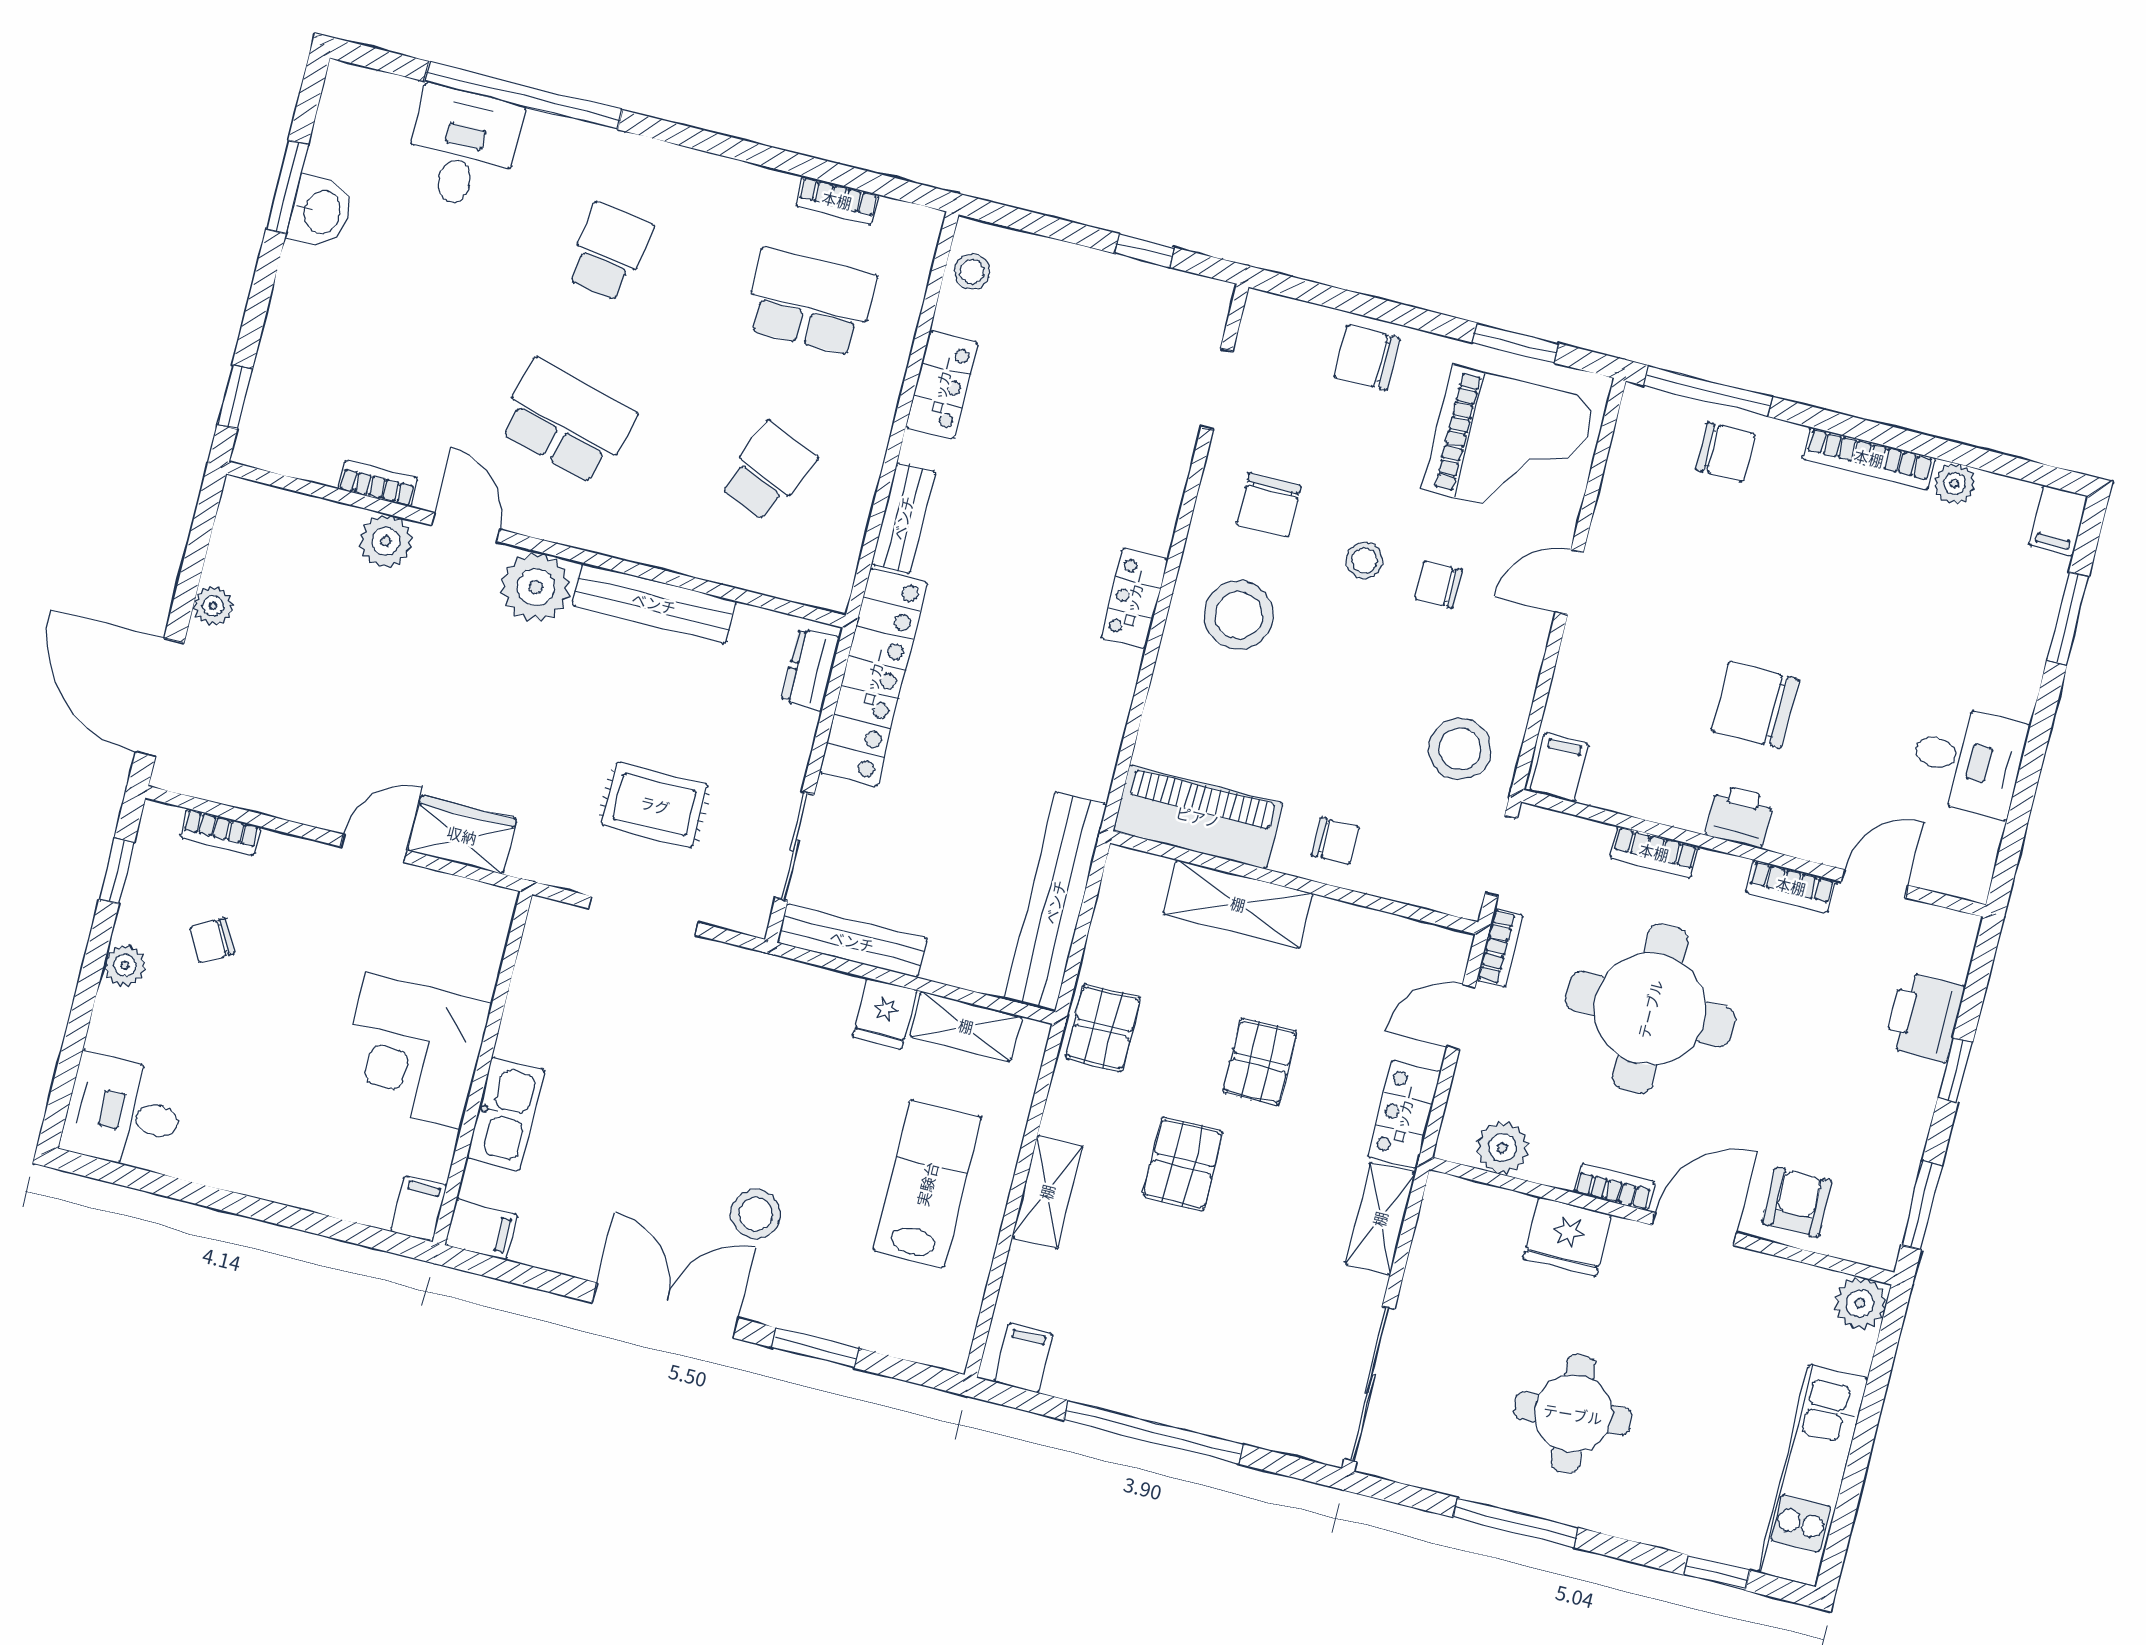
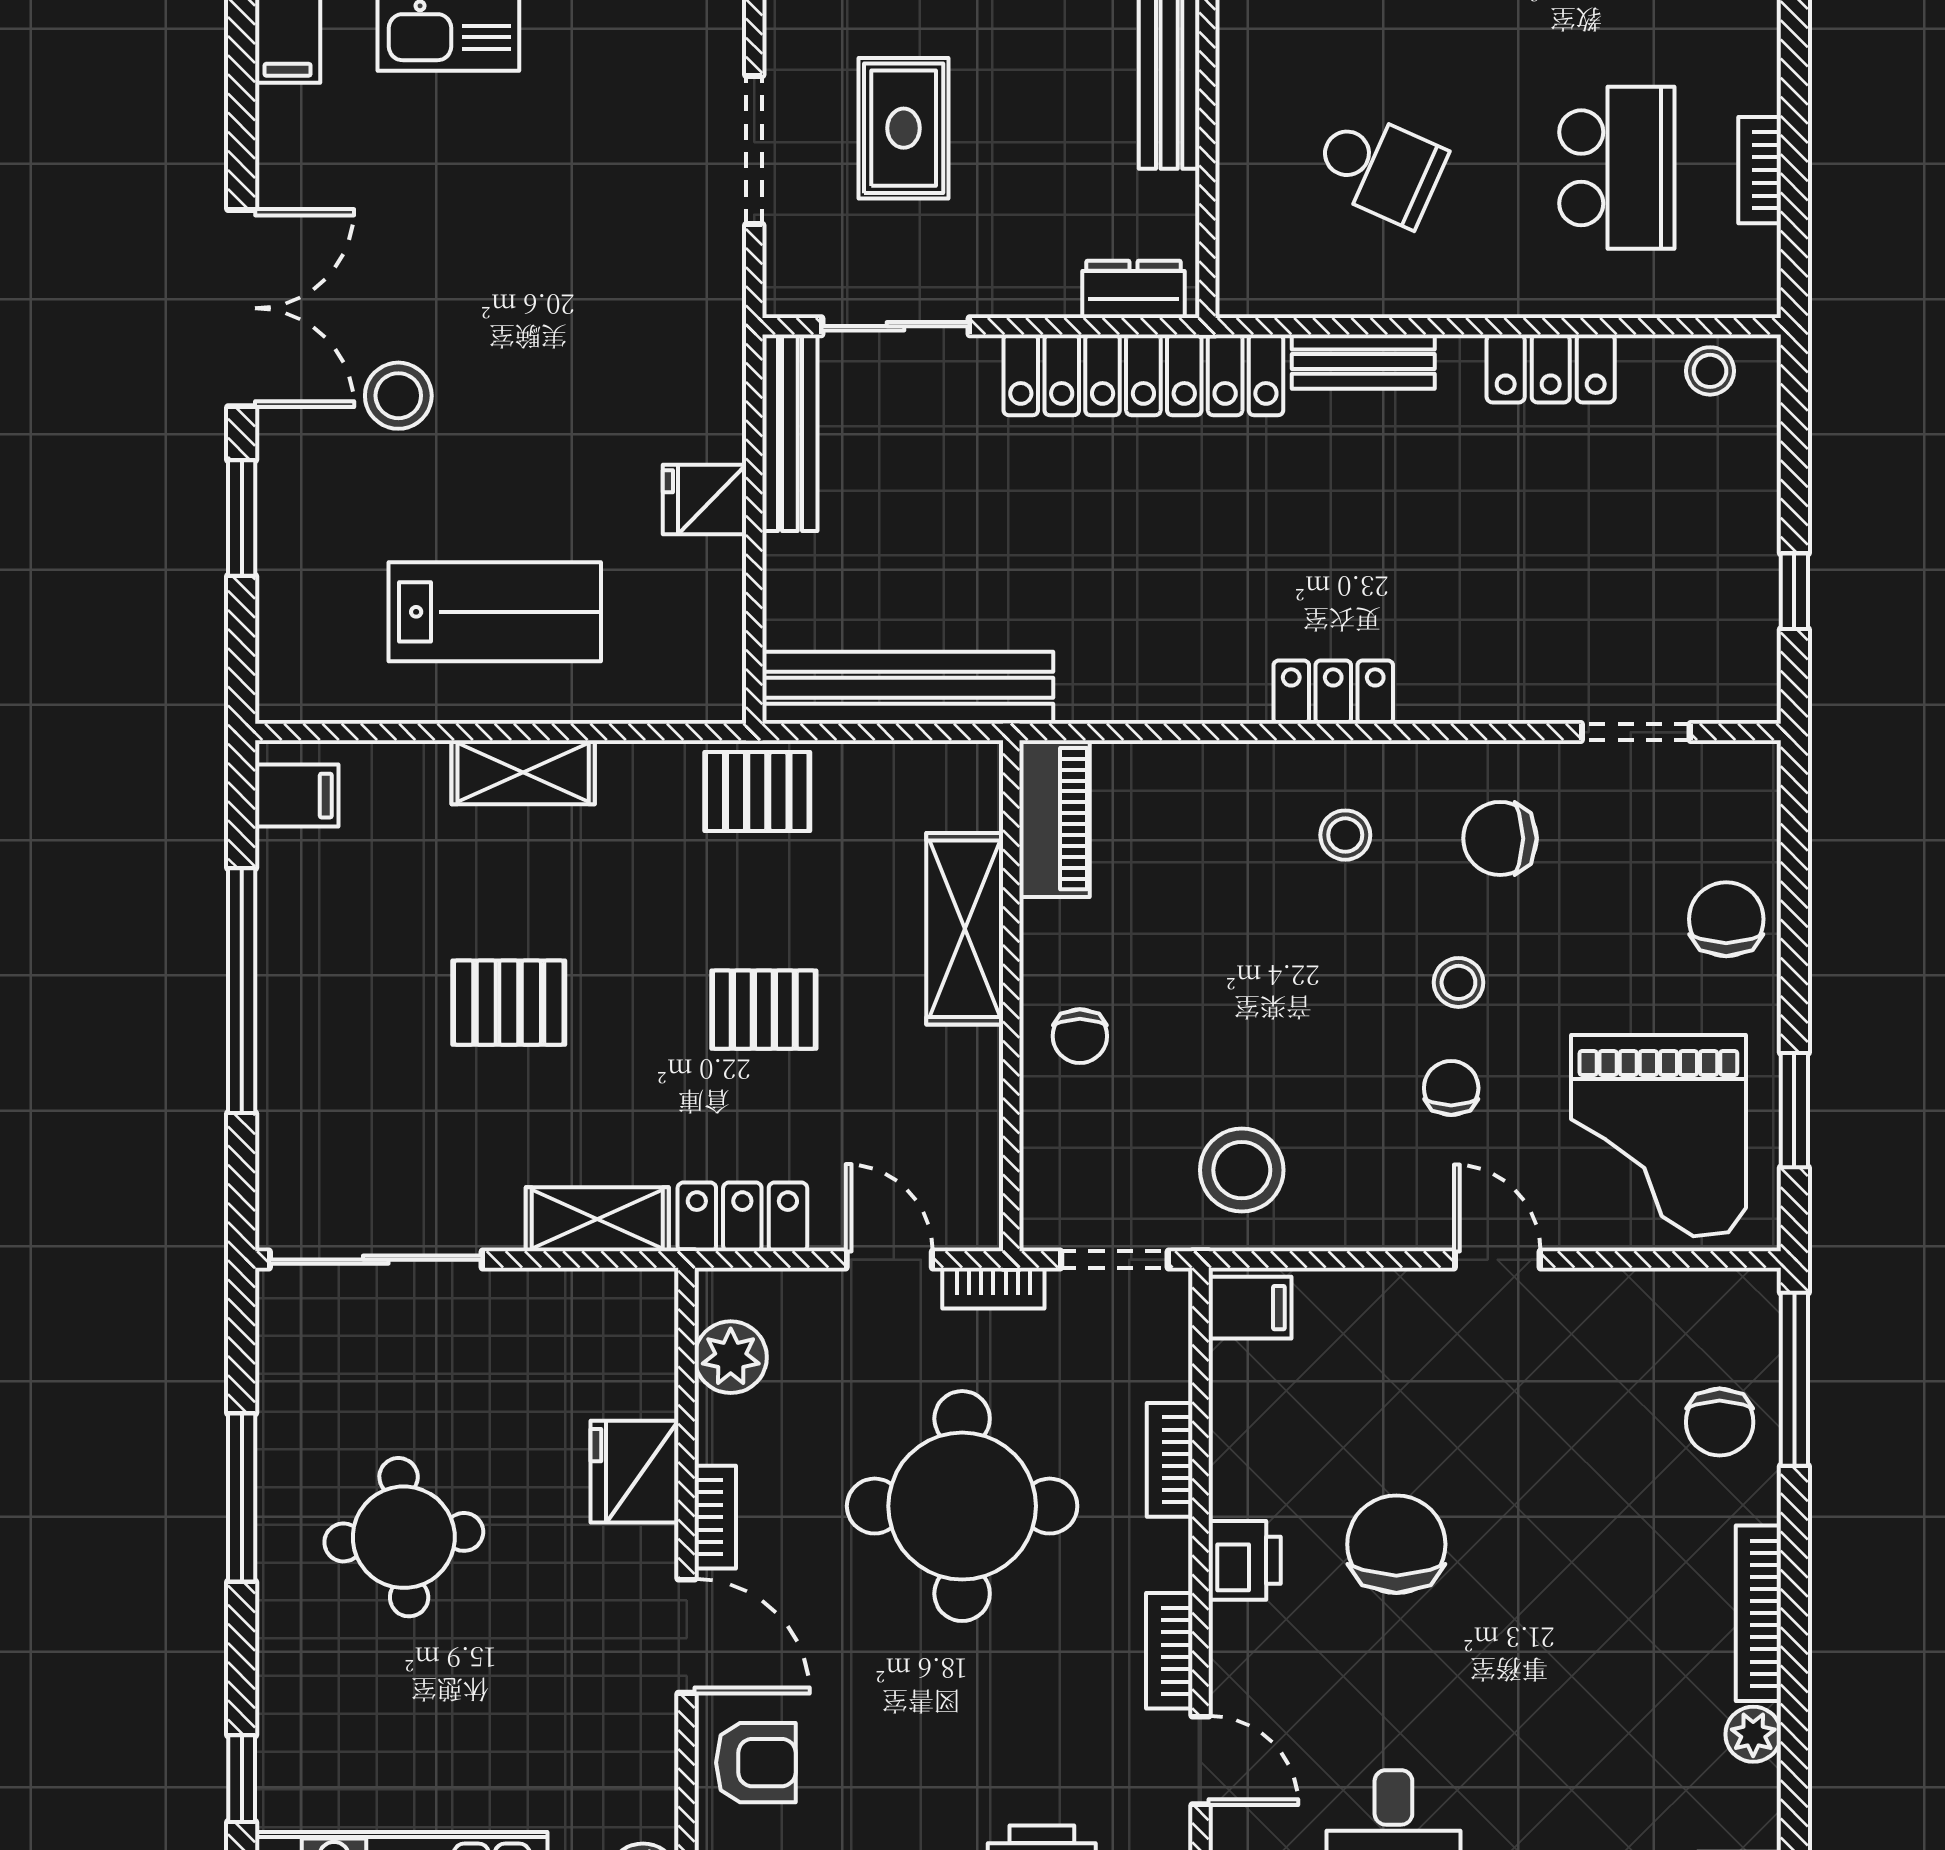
stool: (1239, 615) -> (1345, 835), width x0.53, depth x0.53
piano: (1198, 817) -> (1054, 819), width x0.73, depth x0.75
shelving: (966, 1026) -> (714, 611), removed
pallet: (1183, 1164) -> (509, 1003), moved

